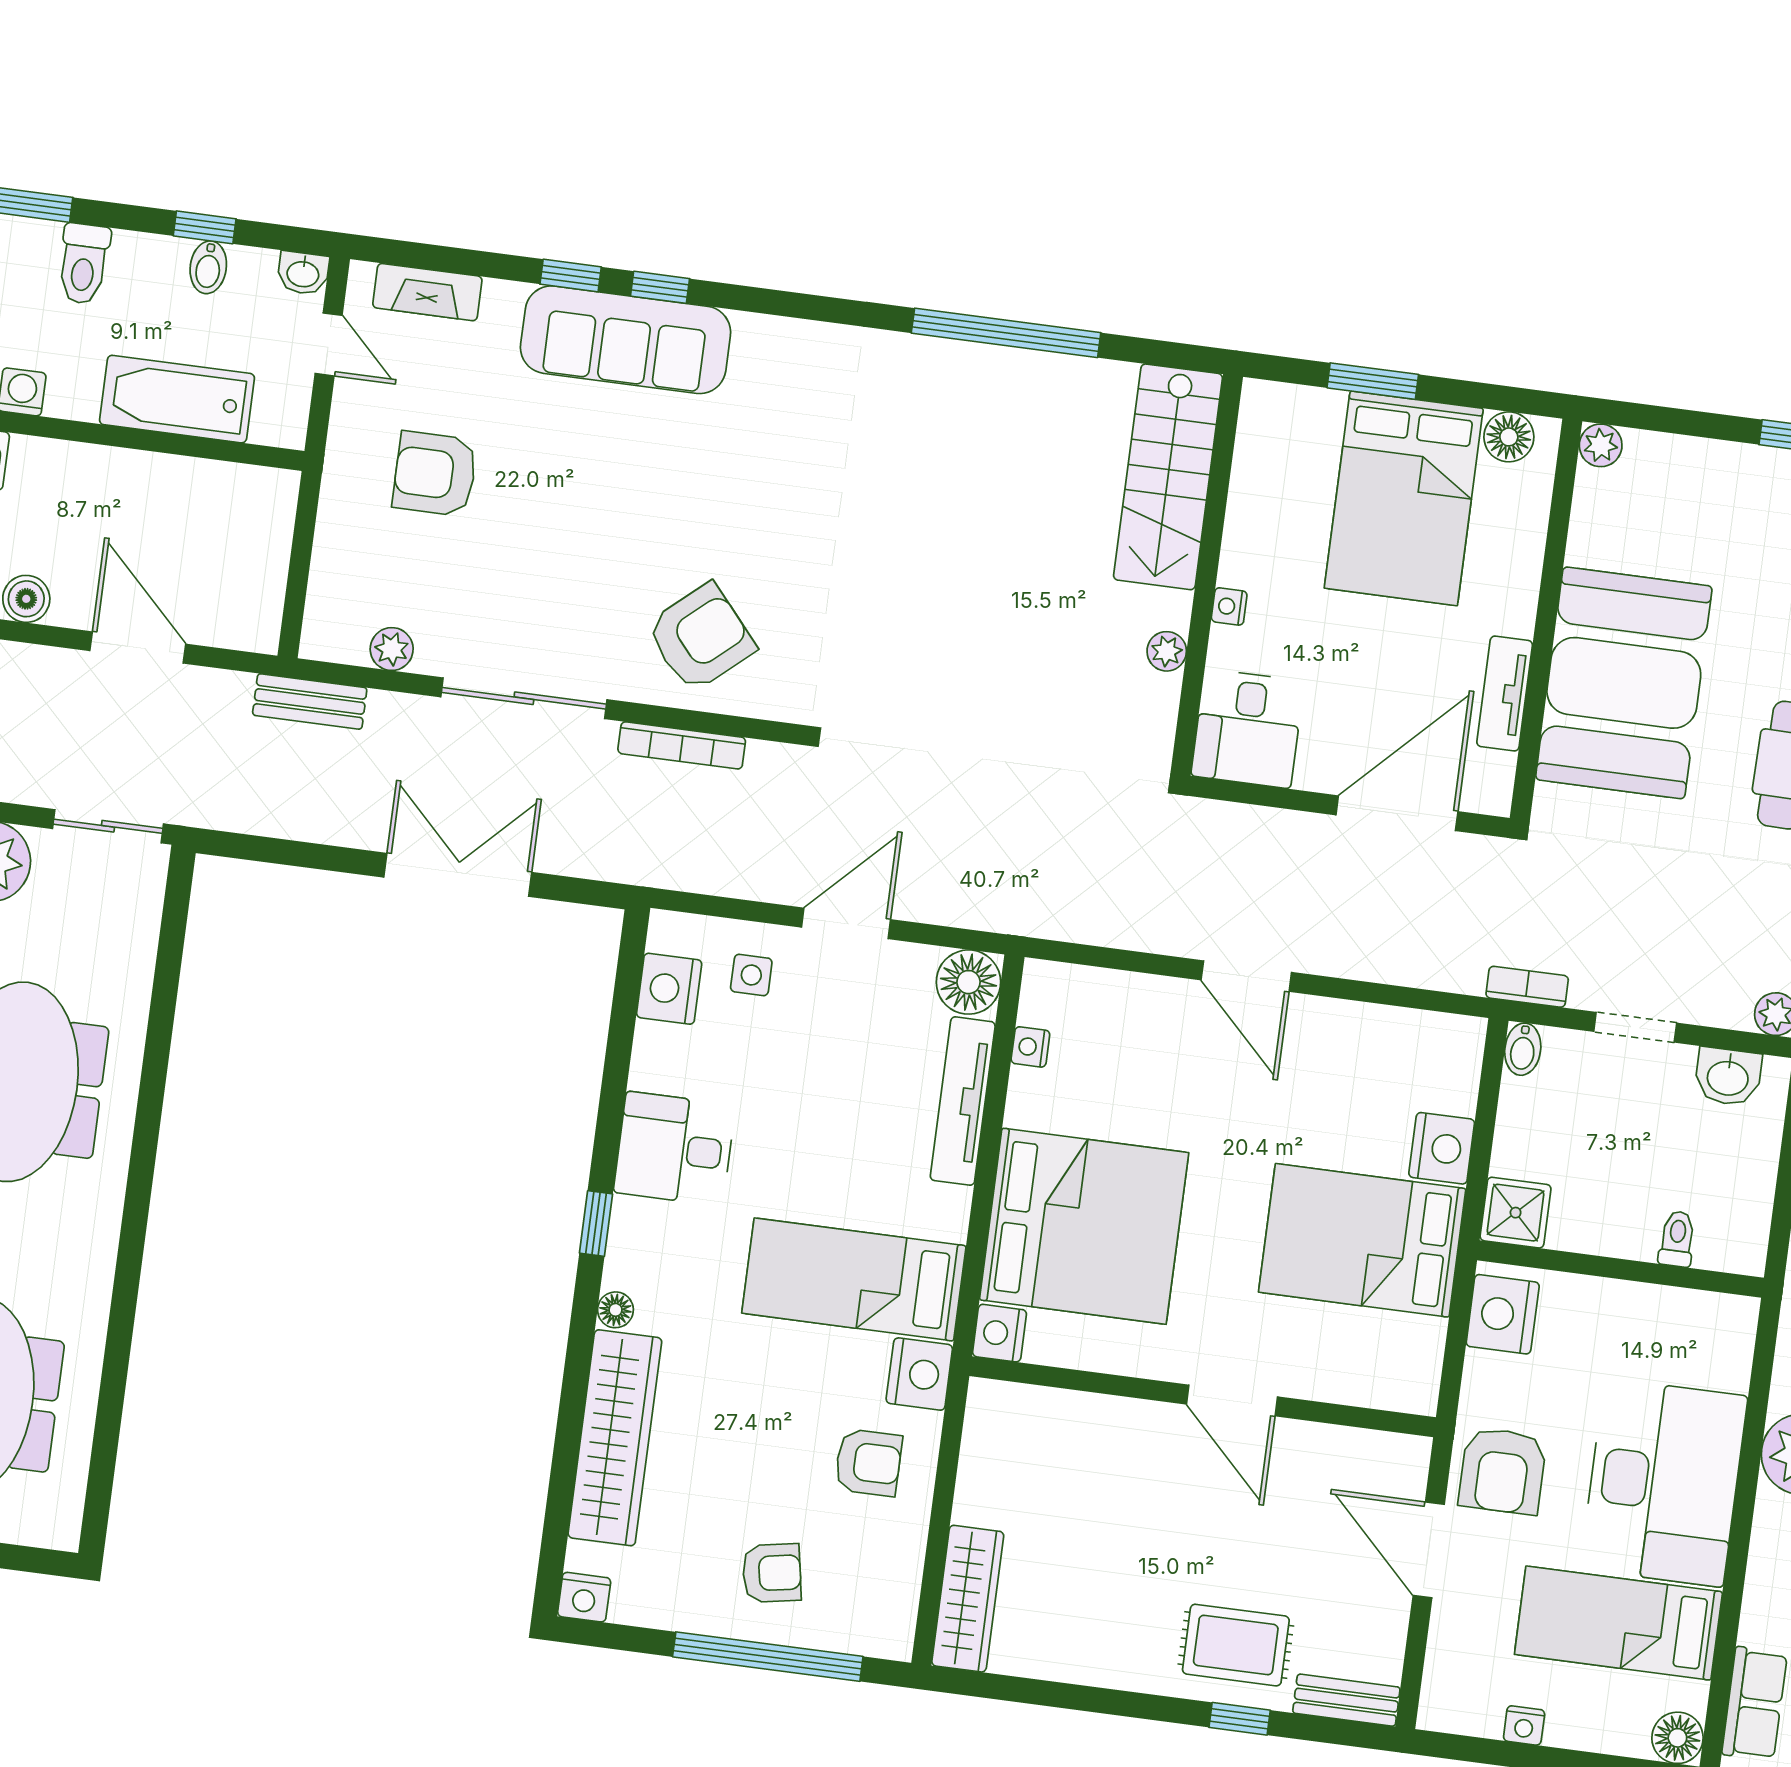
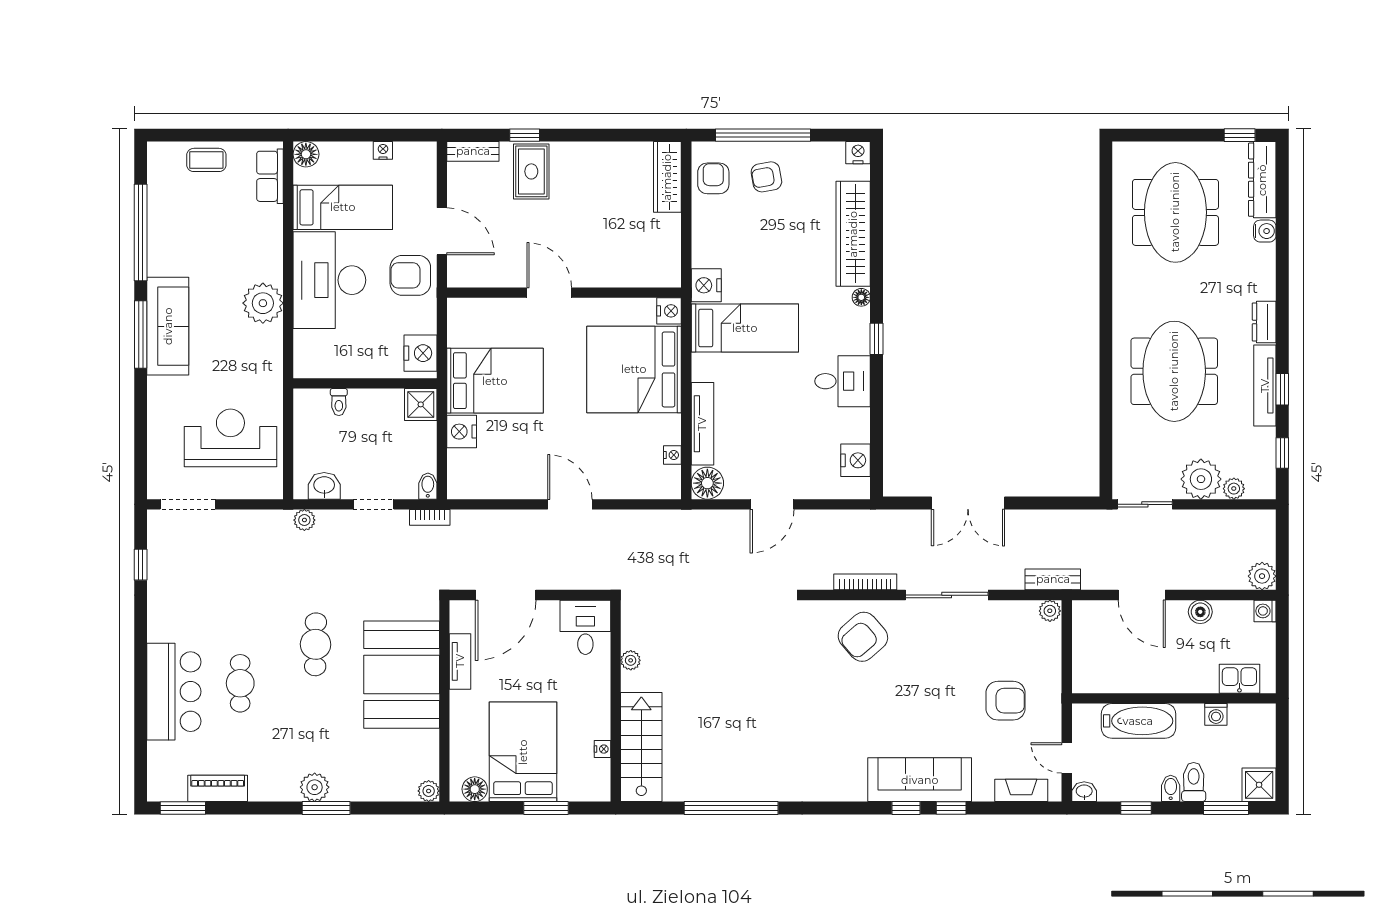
bidet: (208, 267) -> (1171, 788), moved
nightstand: (1229, 606) -> (603, 749), moved
plant: (392, 649) -> (1050, 611), moved
side table: (751, 975) -> (816, 472), removed
armchair: (868, 1463) -> (713, 178), moved, turned 90
armchair: (1502, 1471) -> (410, 275), turned -90
rug: (1236, 1645) -> (531, 171), turned 90

